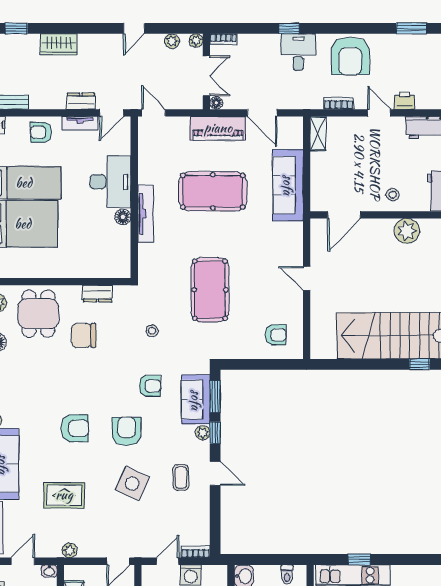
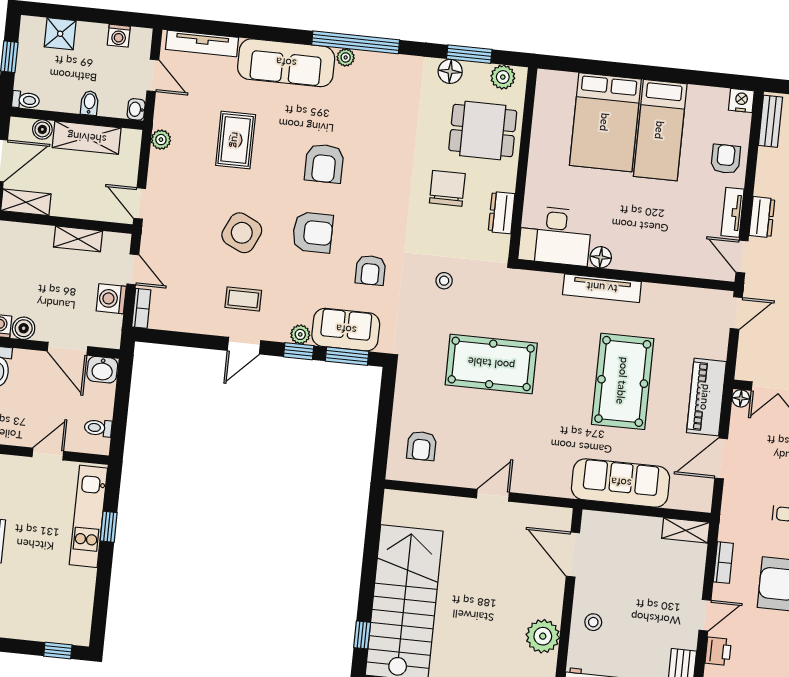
desk: (110, 182) -> (555, 236), moved

